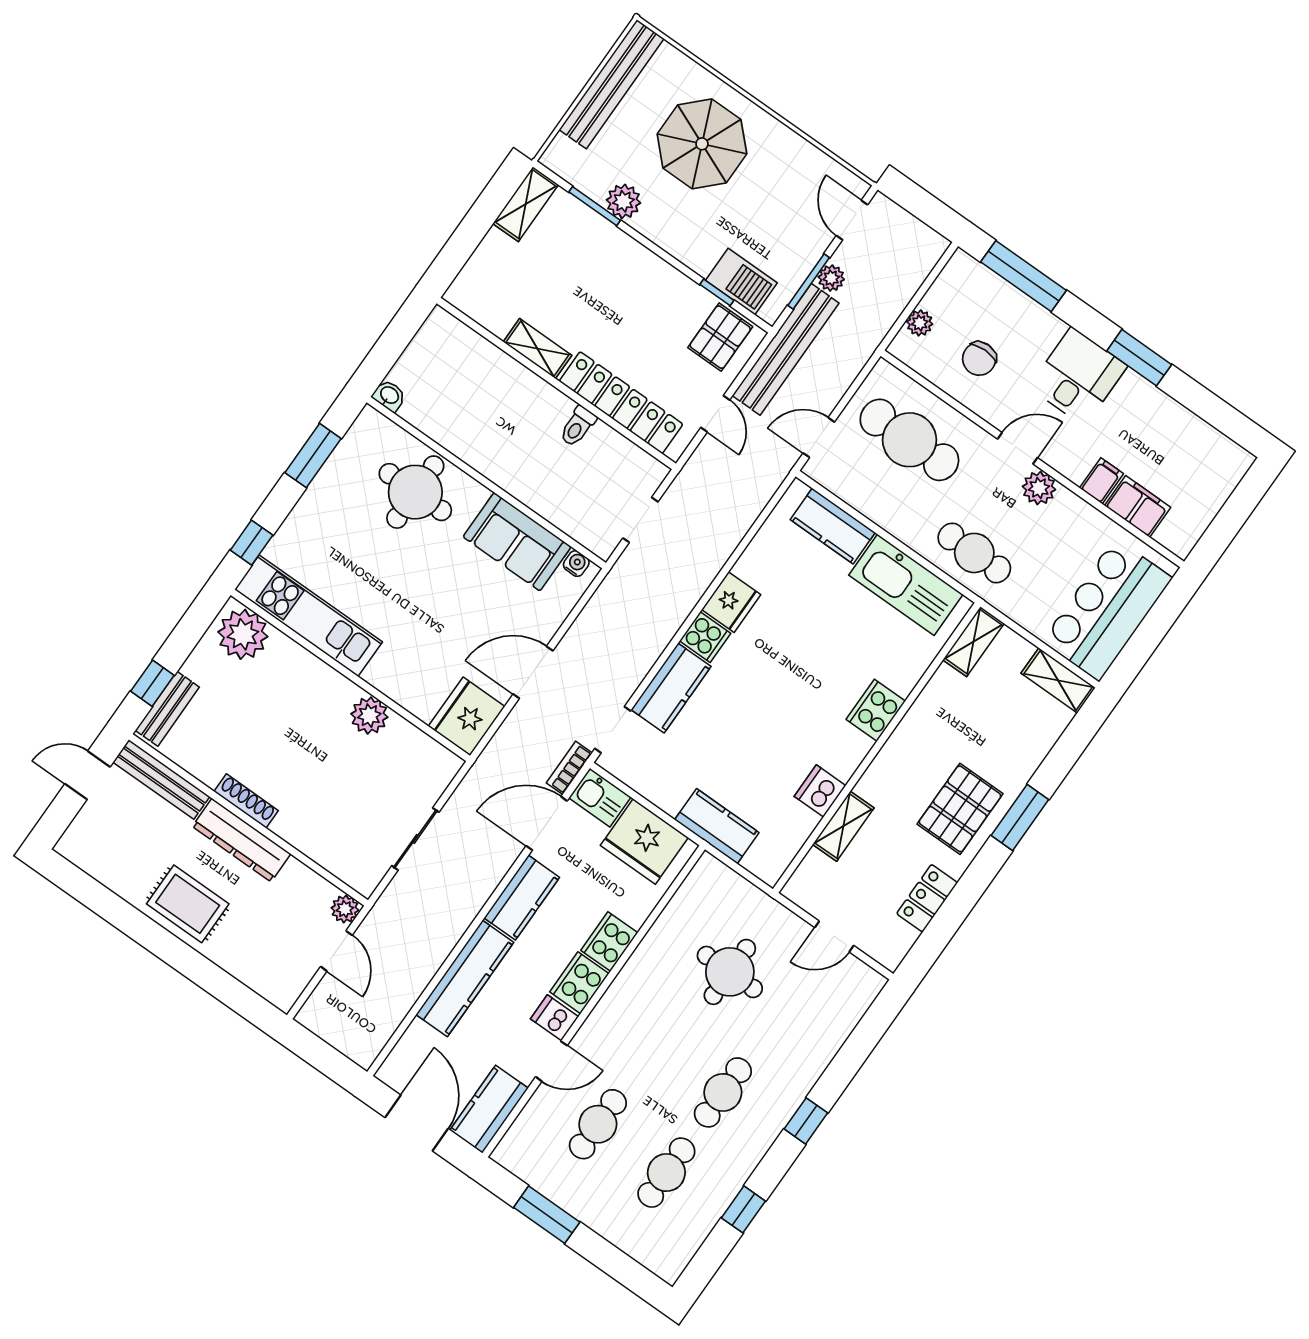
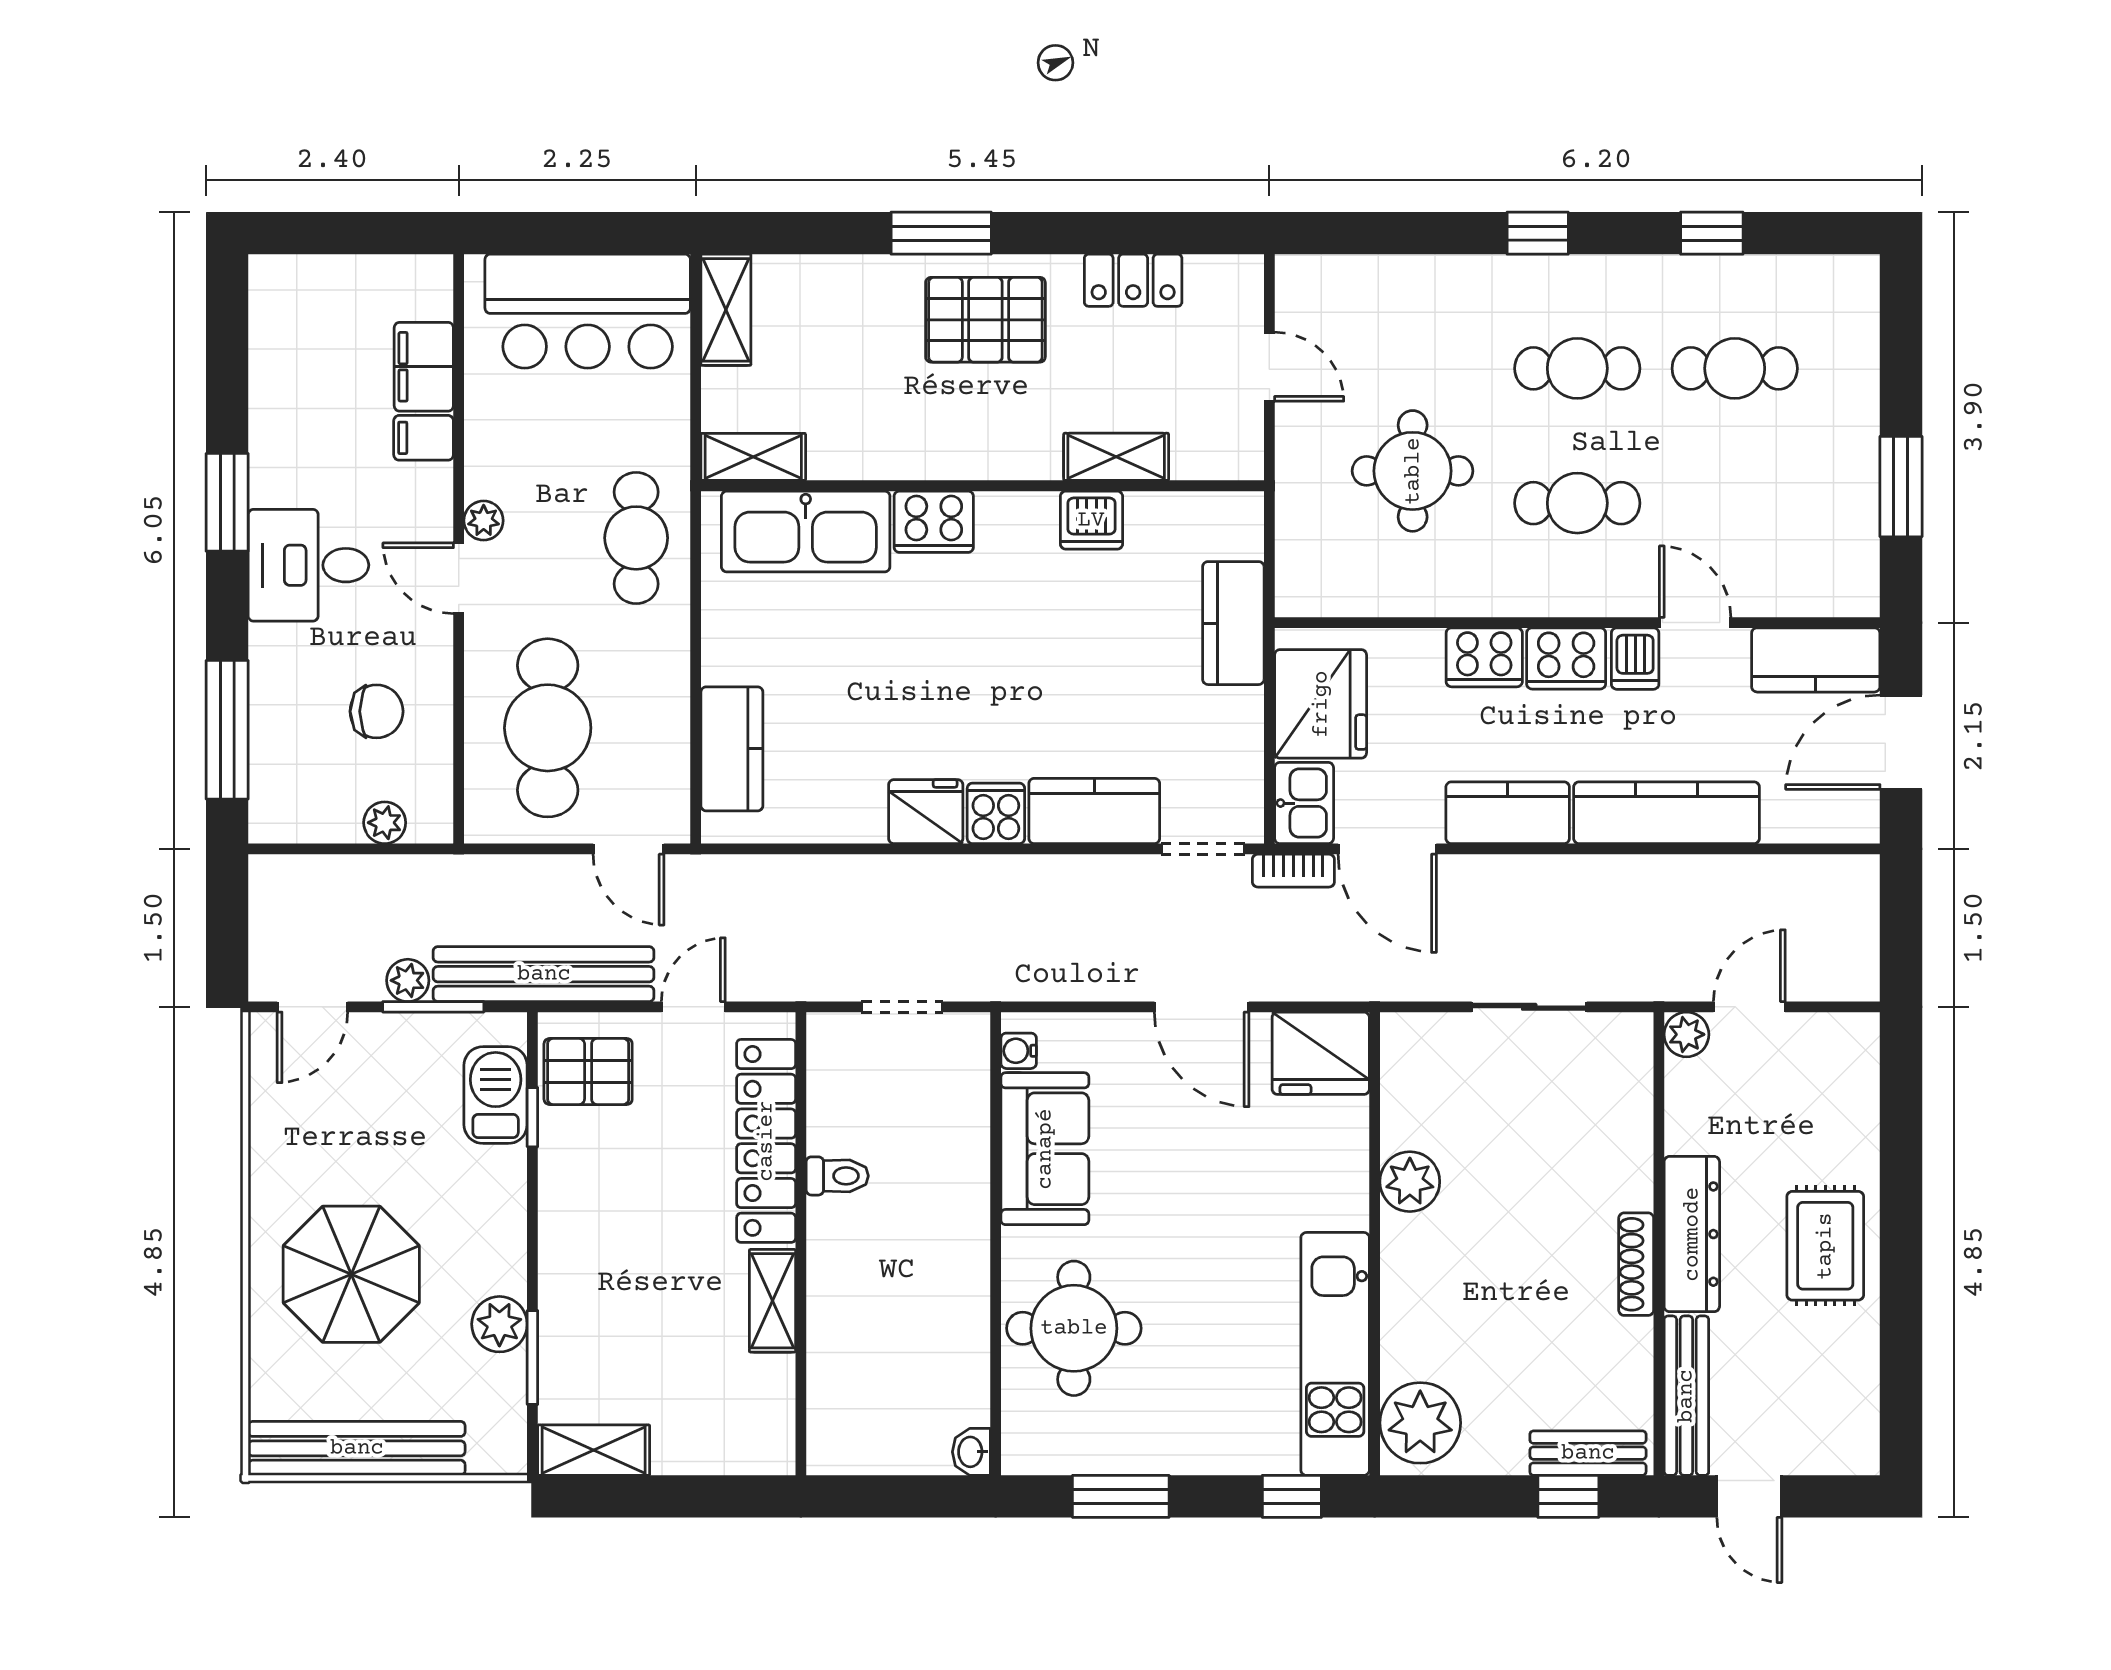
plant: (1039, 488) -> (484, 521), width x0.73, depth x0.73
kitchen sink: (906, 585) -> (806, 531), moved, turned 90
cafe table: (598, 1124) -> (1577, 503), moved

